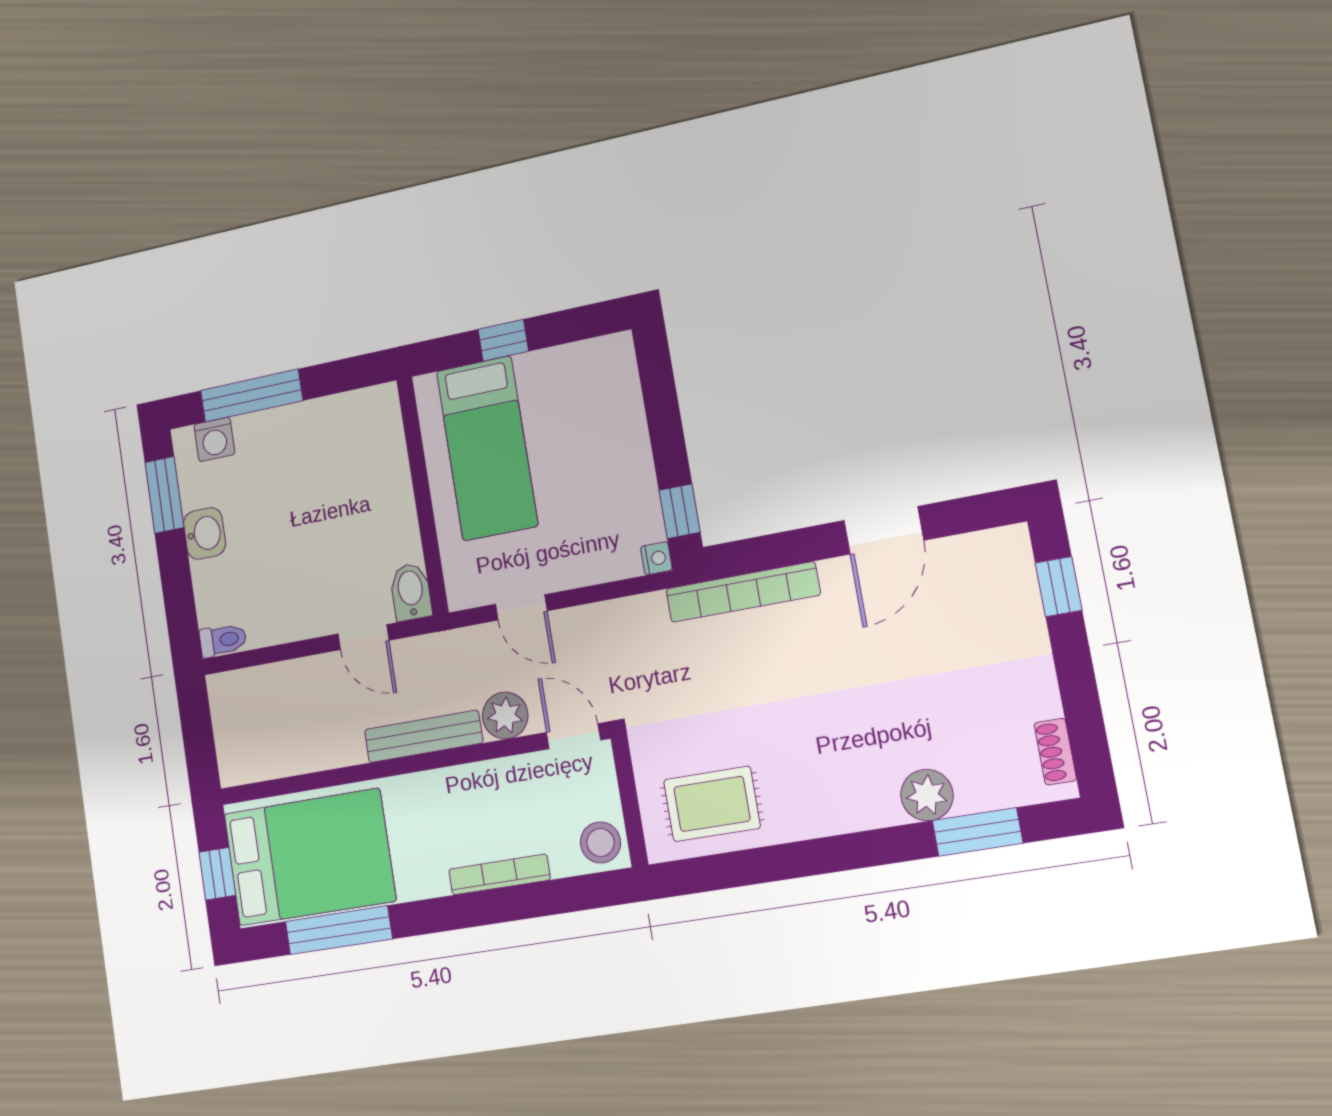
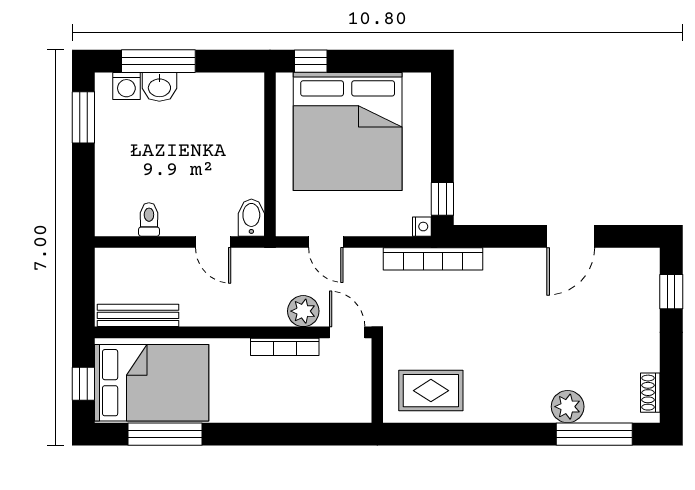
window: (503, 340) -> (311, 61), moved
bed: (487, 448) -> (348, 132), width x2.04
washbasin: (205, 533) -> (159, 87), moved, turned 90
bookcase: (743, 592) -> (433, 259), moved
toilet: (223, 640) -> (149, 219), moved, turned -90
bench: (423, 736) -> (138, 315), moved
window: (977, 832) -> (594, 434), width x1.44
stool: (600, 842) -> (354, 404), removed
bookcase: (499, 874) -> (285, 347), moved, turned 180

